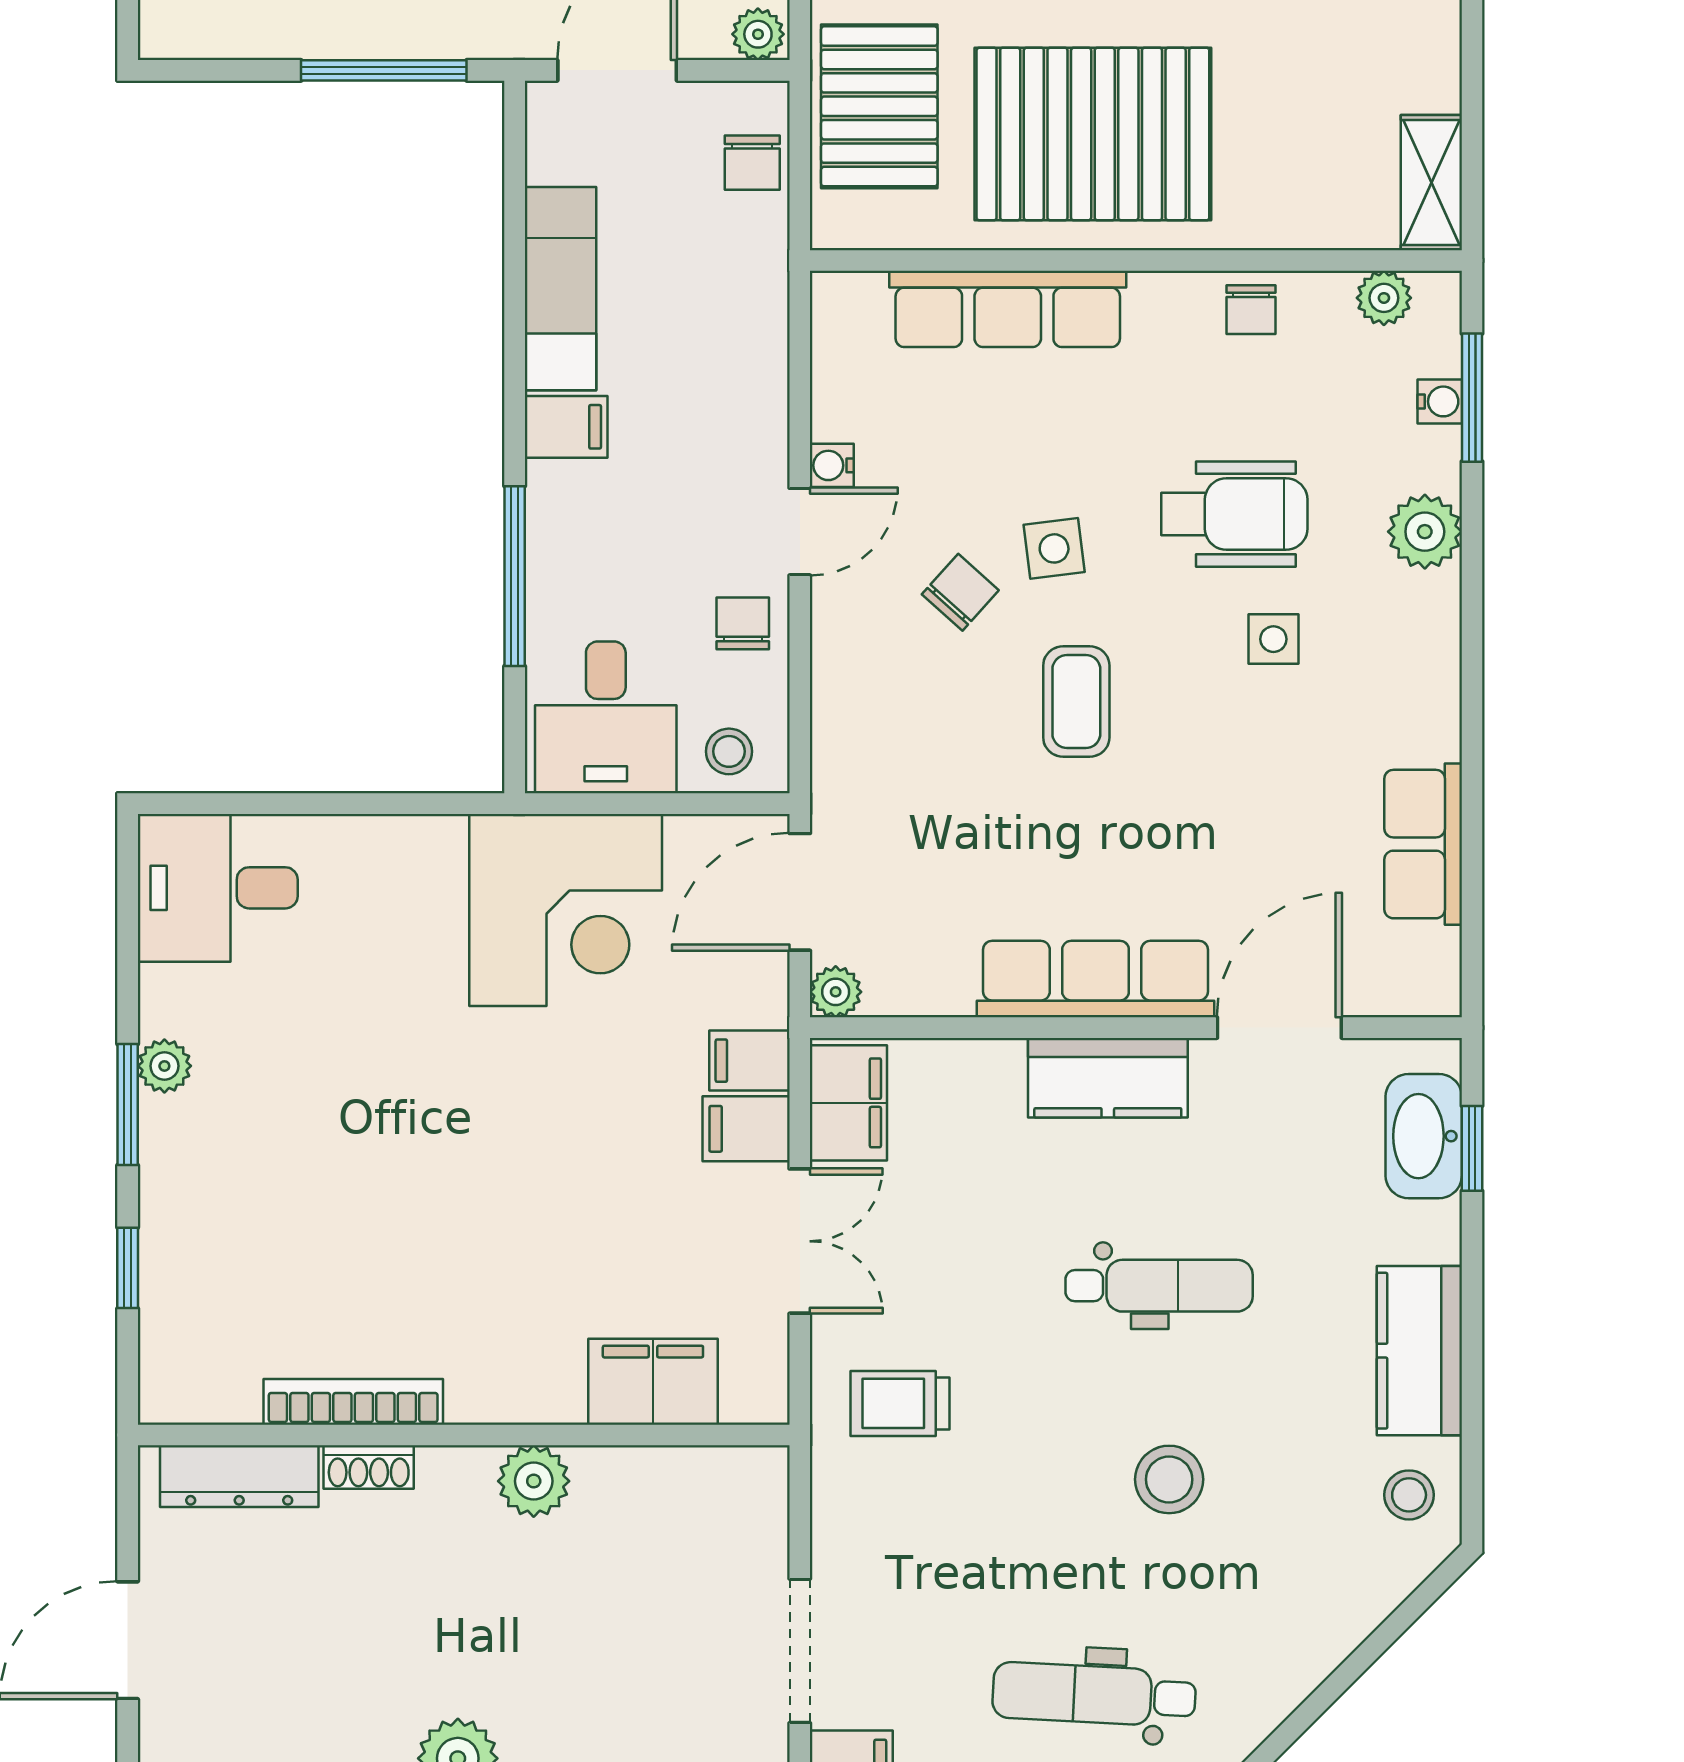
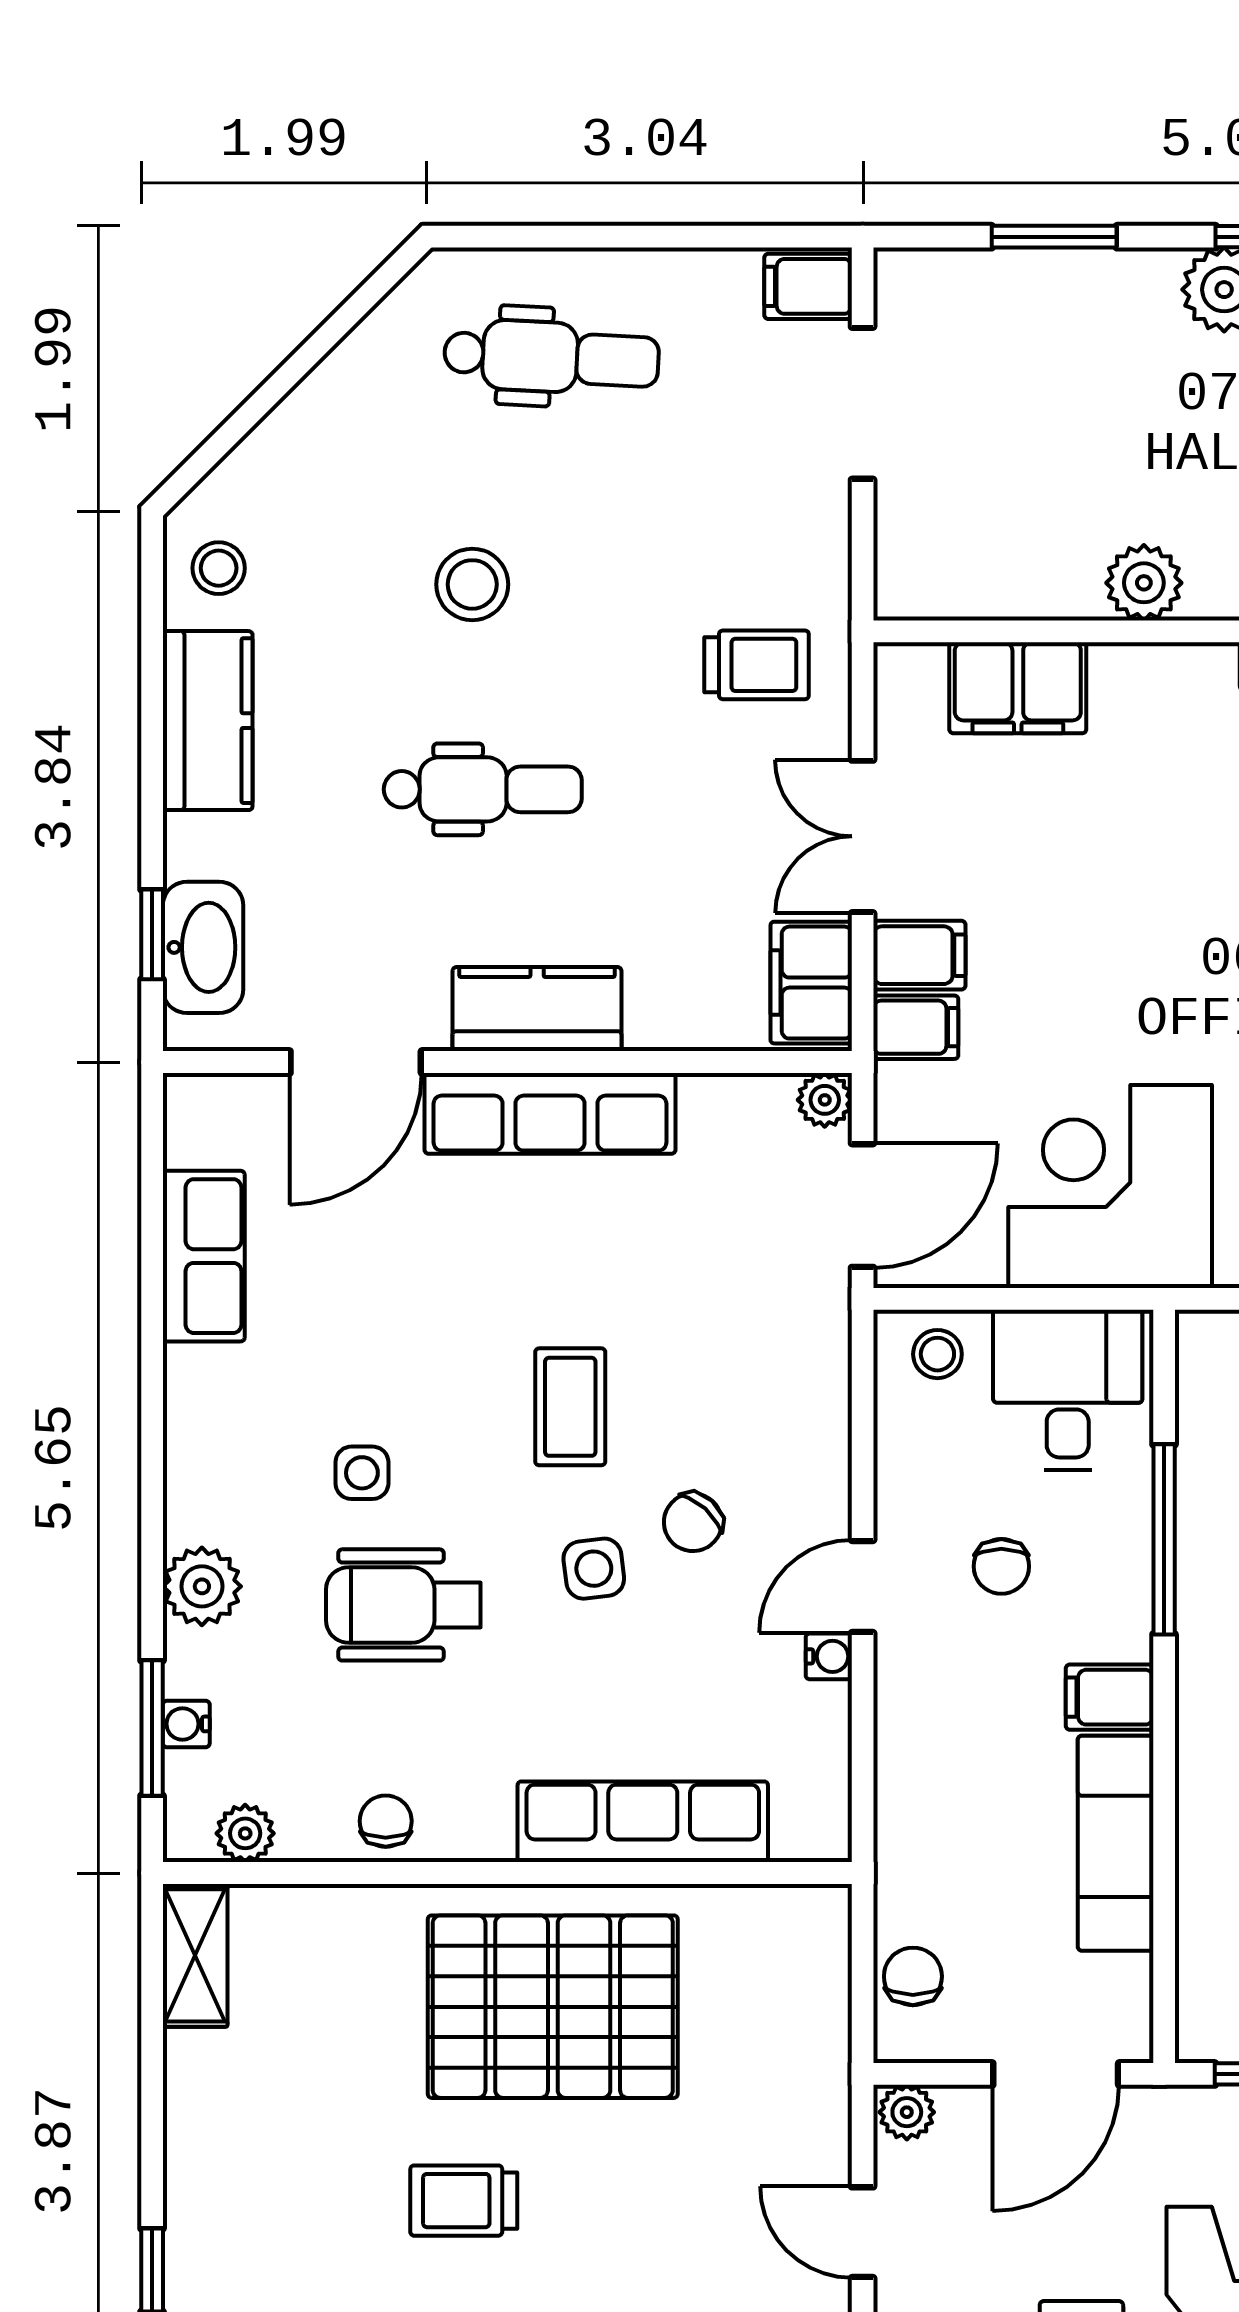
pallet: (879, 106) -> (779, 2036), removed
chair: (743, 623) -> (1001, 1566), moved
dental chair: (1159, 1286) -> (483, 789), turned 180

